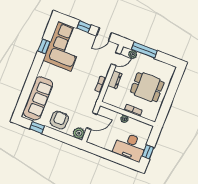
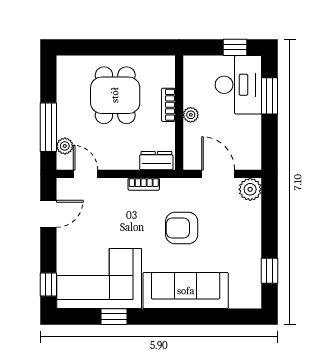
window: (84, 27) -> (48, 284), moved
door: (104, 34) -> (48, 214), hinge flipped
dresser: (115, 80) -> (156, 161), moved
sofa: (38, 98) -> (186, 291), moved
armchair: (59, 120) -> (182, 228), moved
window: (119, 159) -> (270, 96), added

